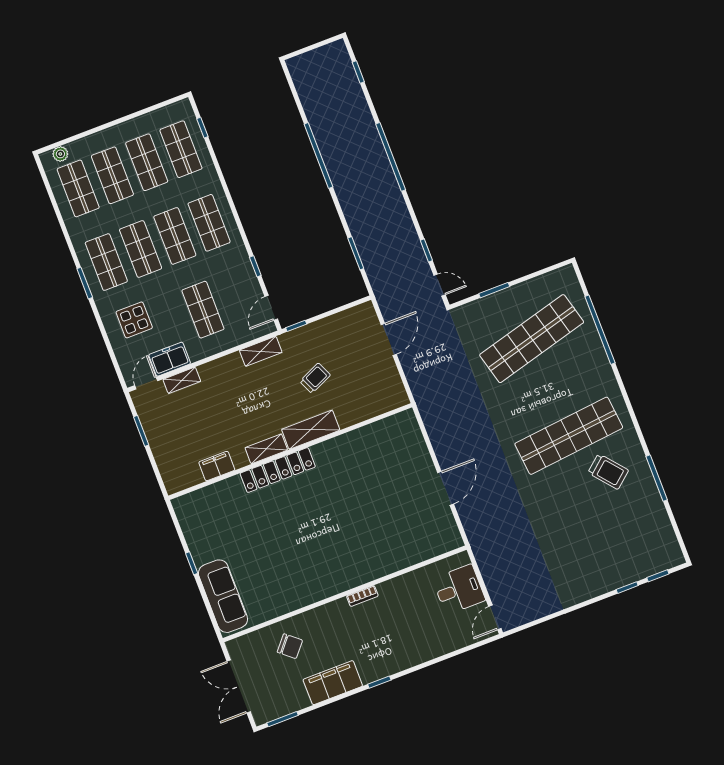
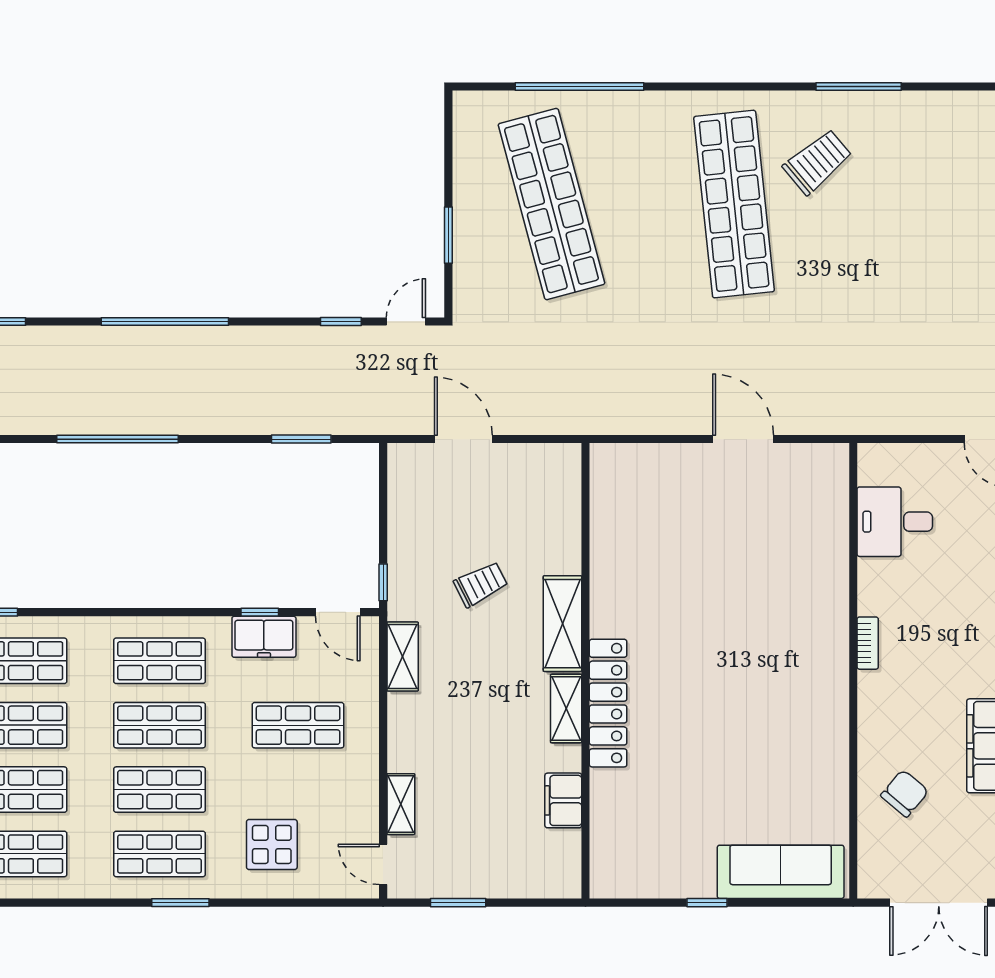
freezer: (170, 359) -> (264, 637), moved, turned -90
trolley: (315, 378) -> (481, 584), turned 87
desk: (459, 589) -> (895, 522), moved, turned -90

